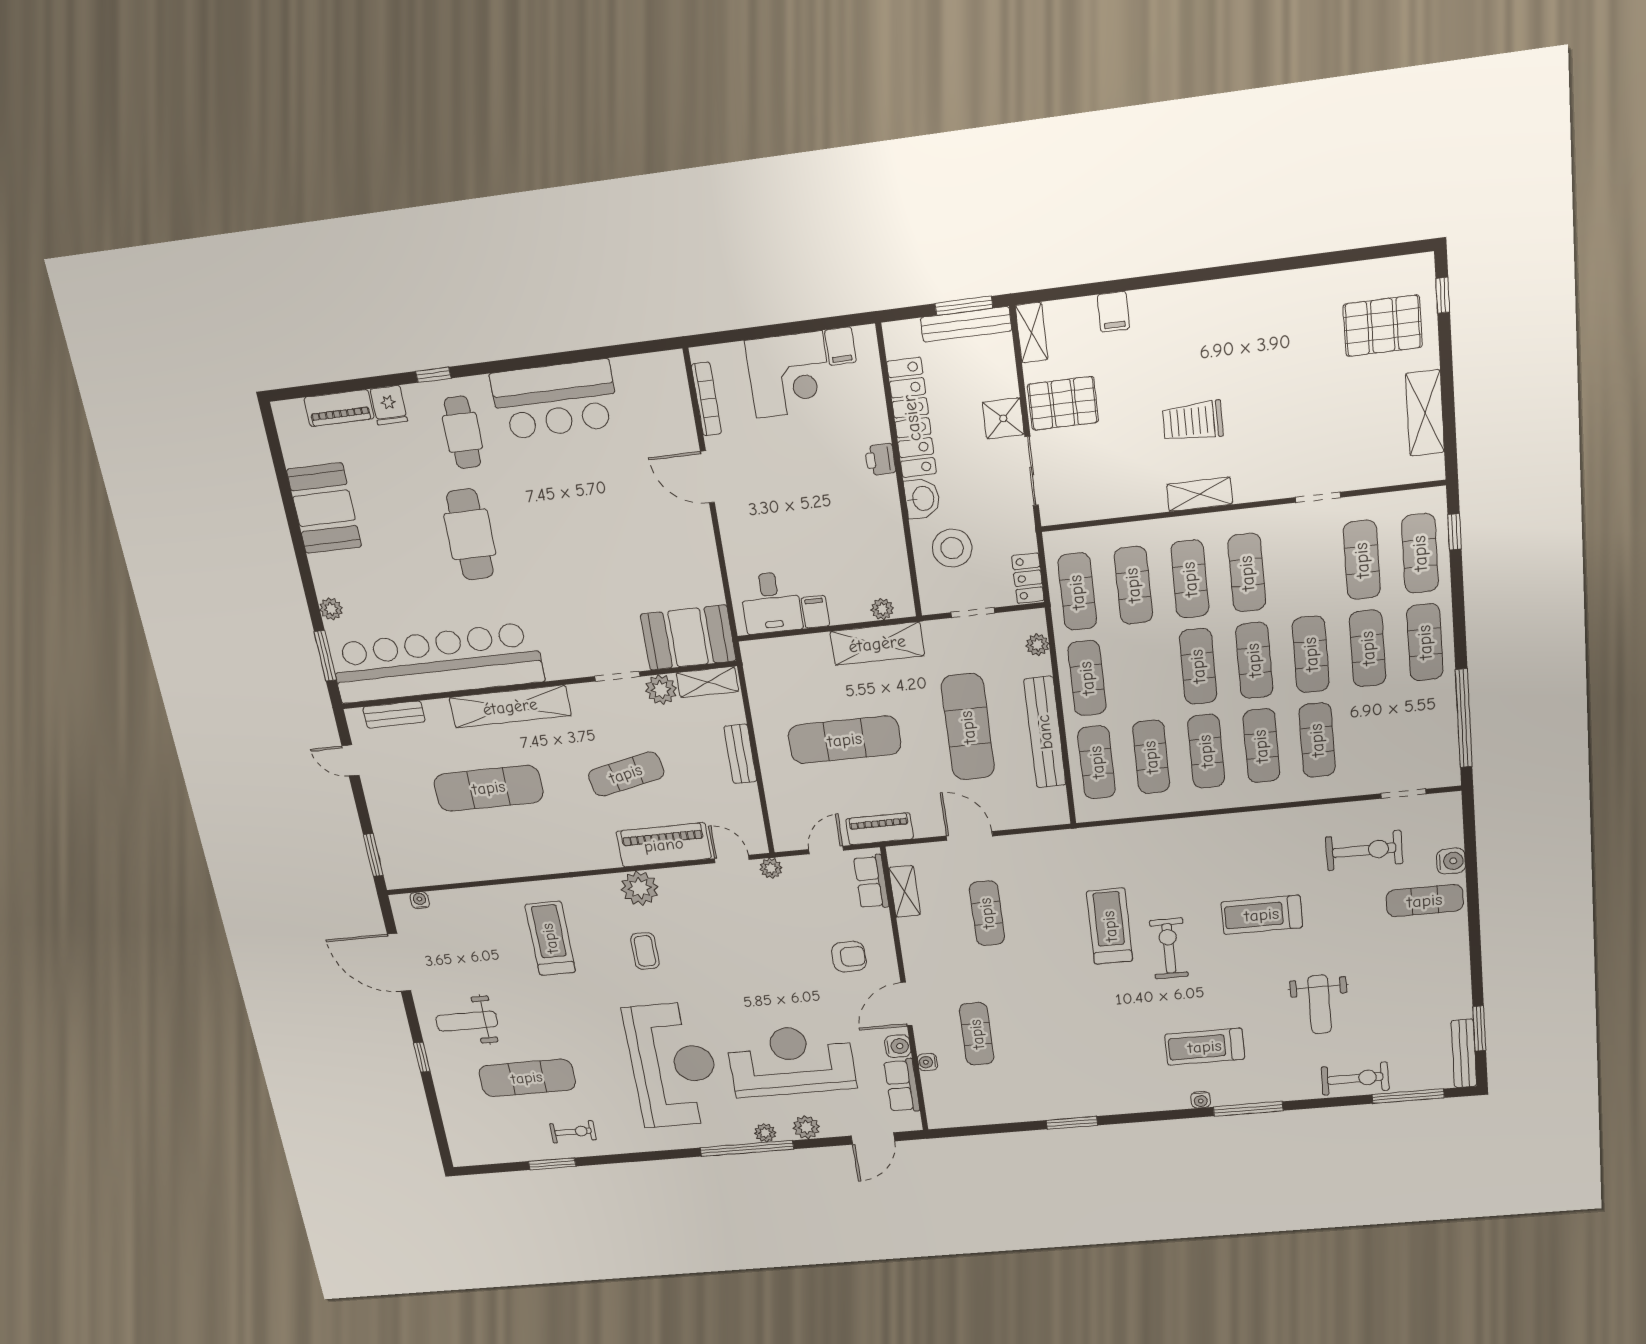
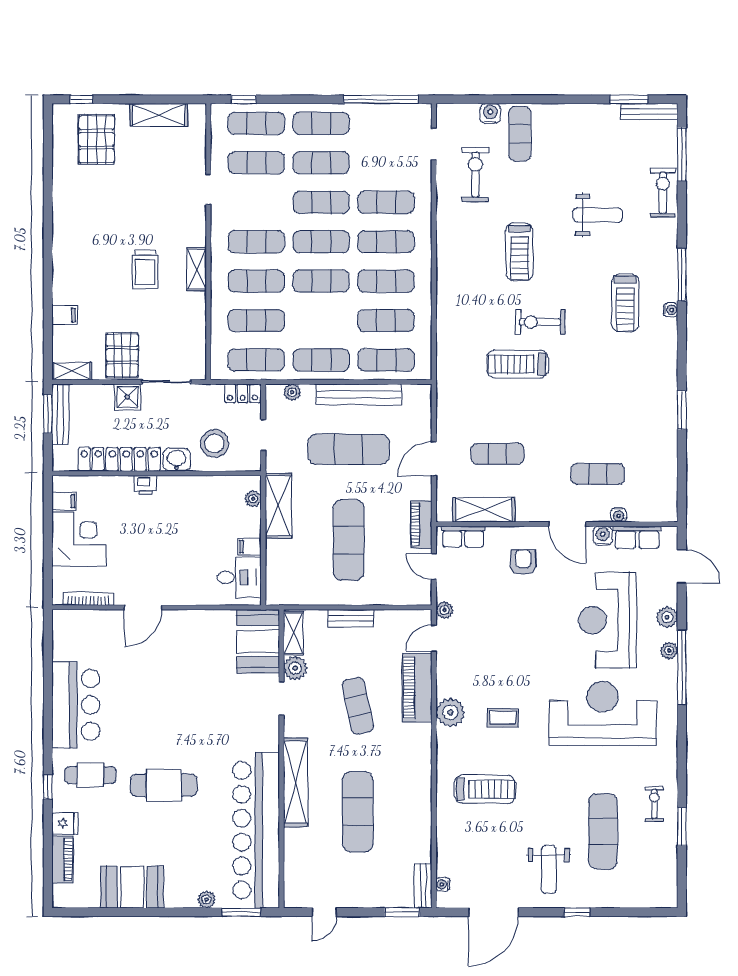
bench: (394, 714) -> (423, 886), moved
shelving: (904, 891) -> (484, 510), width x1.50, depth x1.33
treadmill: (550, 938) -> (485, 789), turned 180

